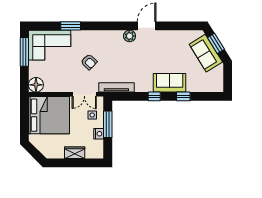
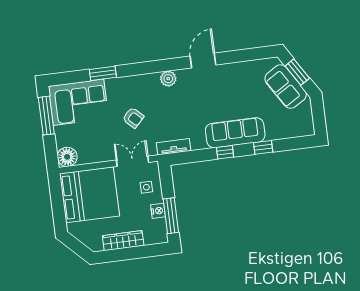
plant: (130, 36) -> (168, 79), moved
sofa: (170, 83) -> (235, 133), width x1.36
tv unit: (116, 87) -> (174, 147), width x0.71
double door: (84, 94) -> (132, 161), swing flipped
window: (108, 124) -> (171, 216), moved
wardrobe: (75, 153) -> (123, 241), width x1.50

